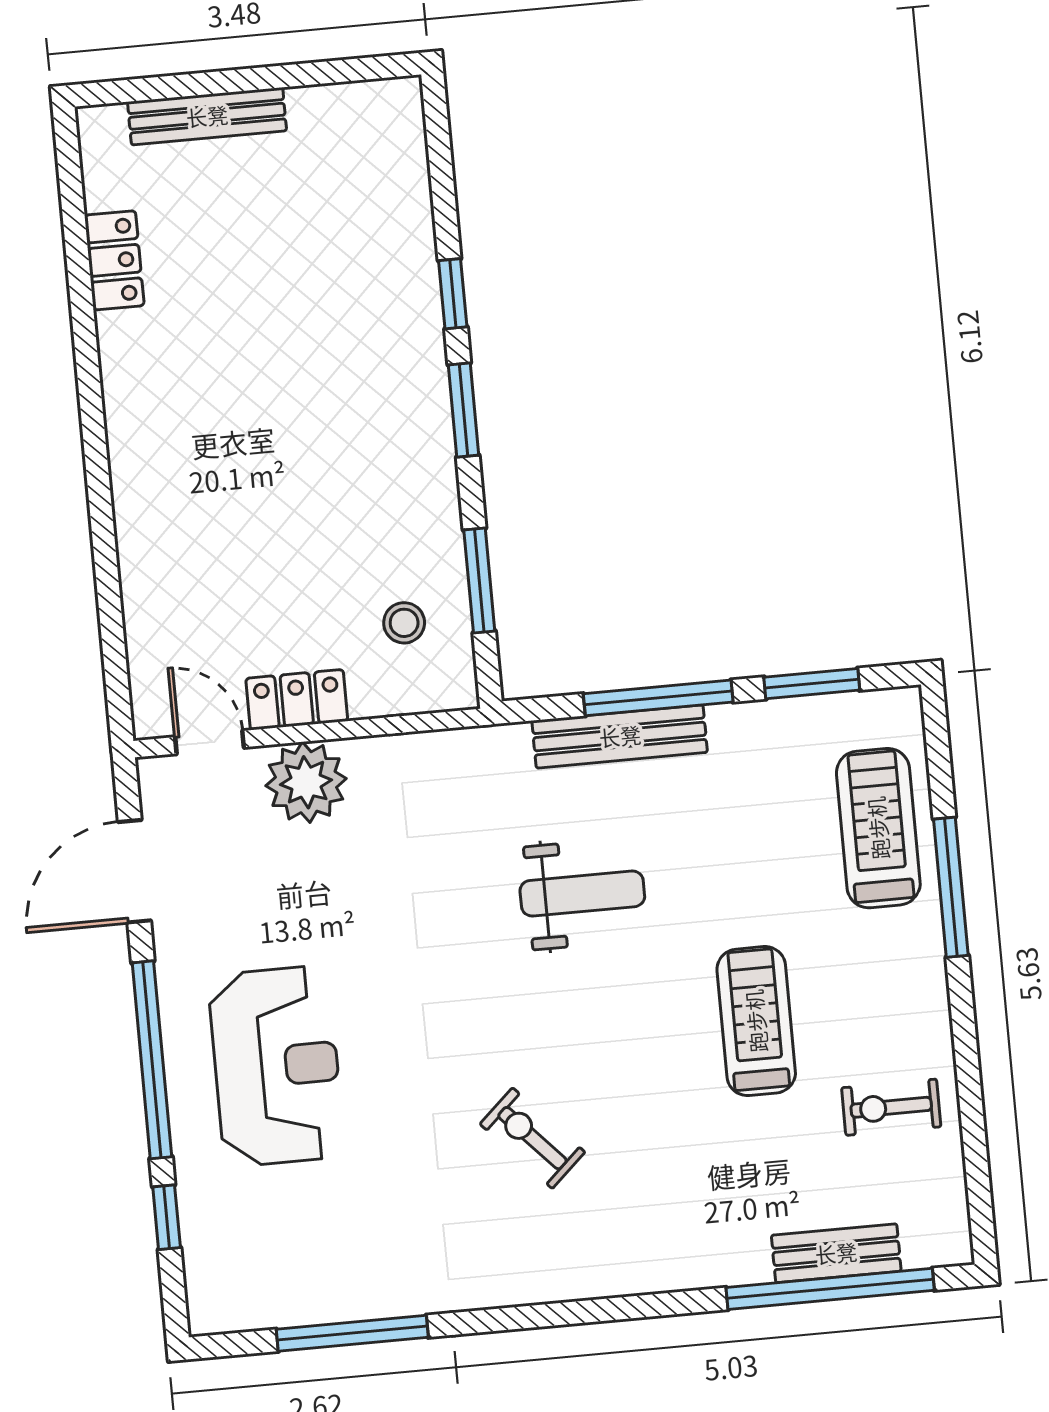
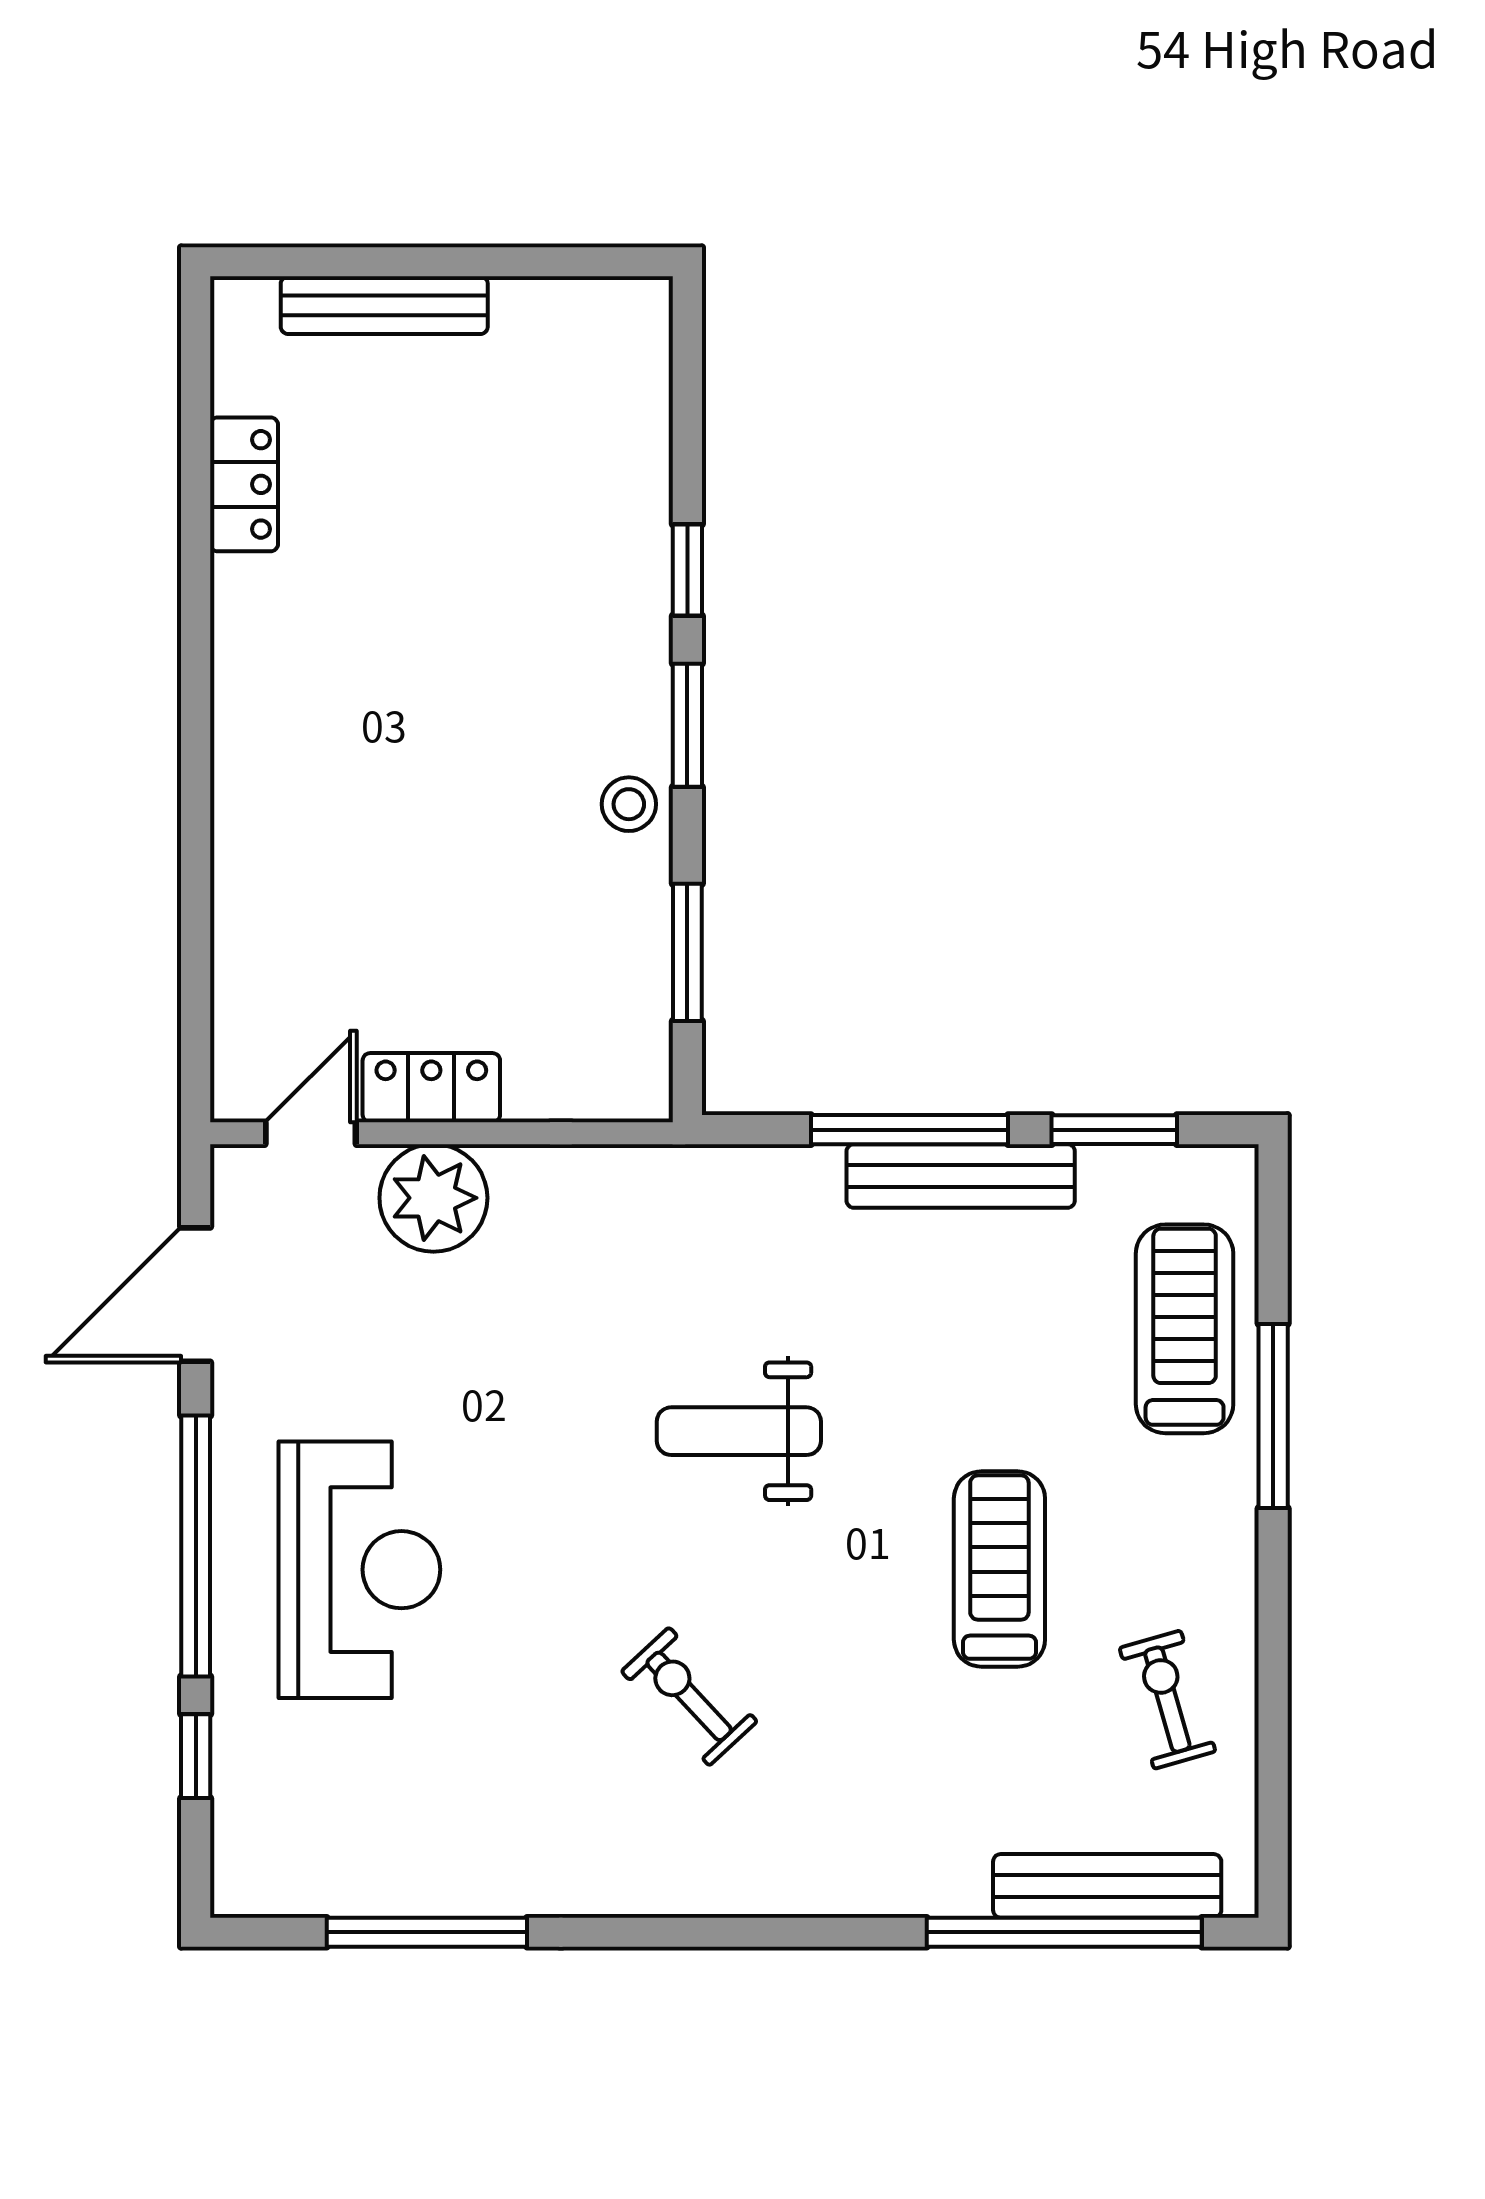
stool: (404, 623) -> (629, 804), moved
bench: (620, 736) -> (961, 1176), moved
door: (209, 742) -> (311, 1133), hinge flipped
weight bench: (582, 894) -> (739, 1431), moved, turned 180
exercise bike: (891, 1107) -> (1167, 1700), turned 74
bench: (836, 1253) -> (1107, 1886), width x1.36

